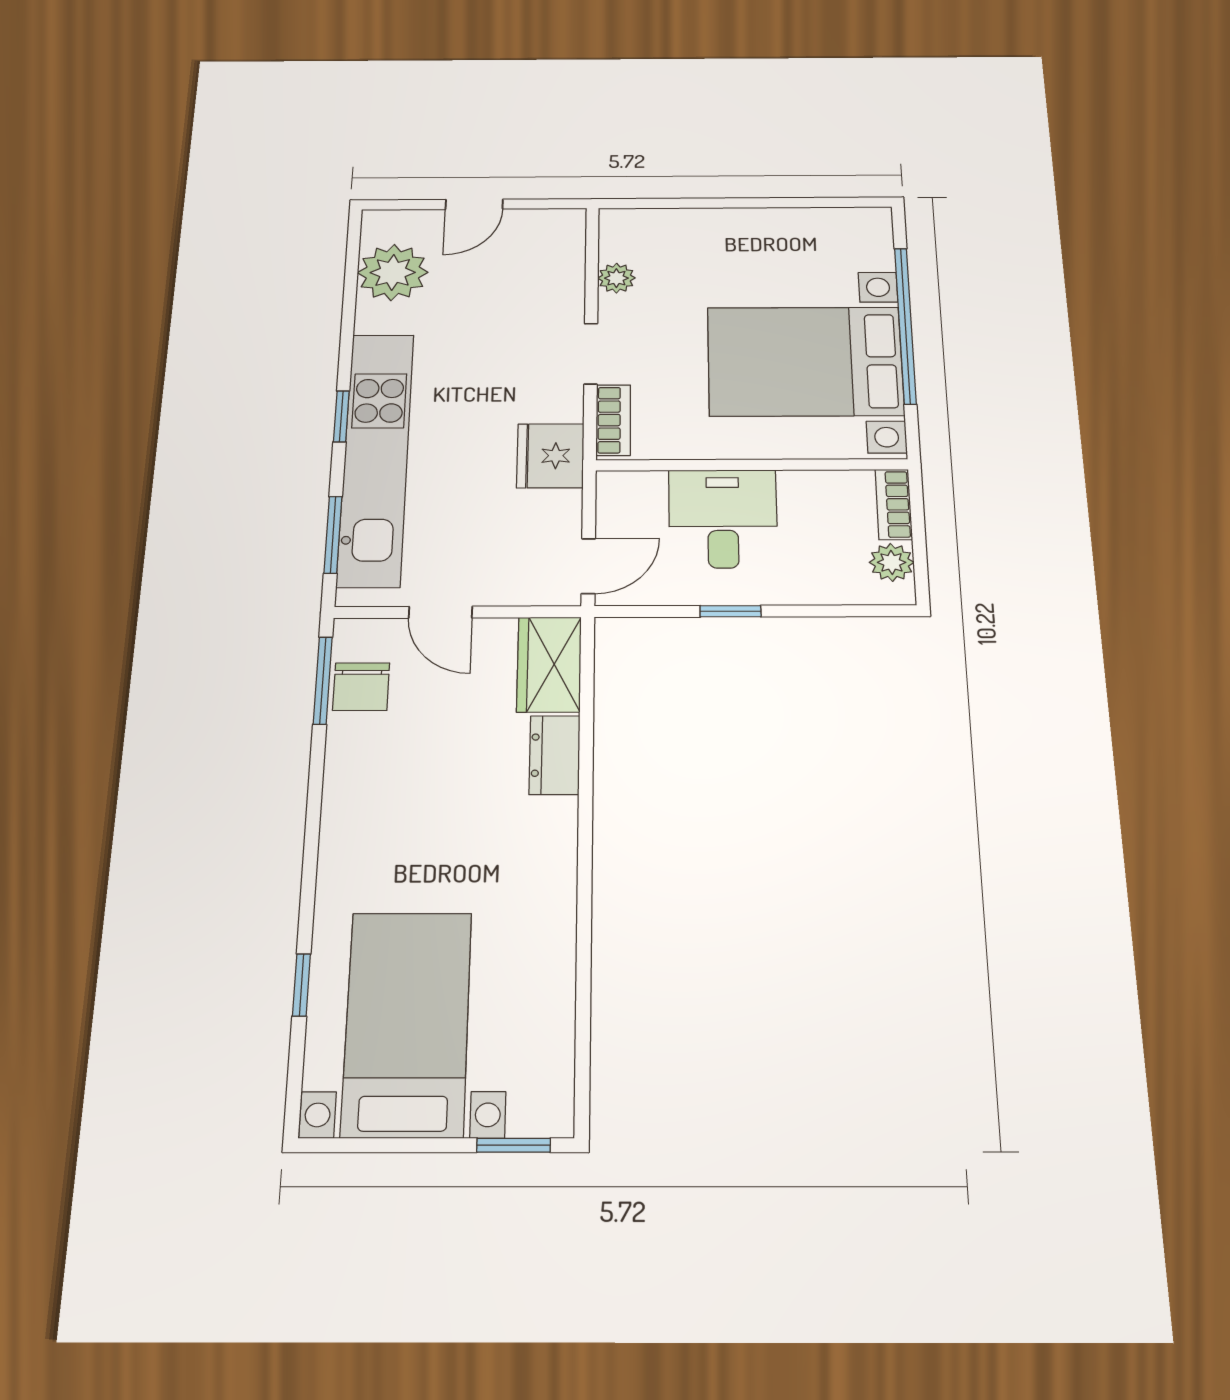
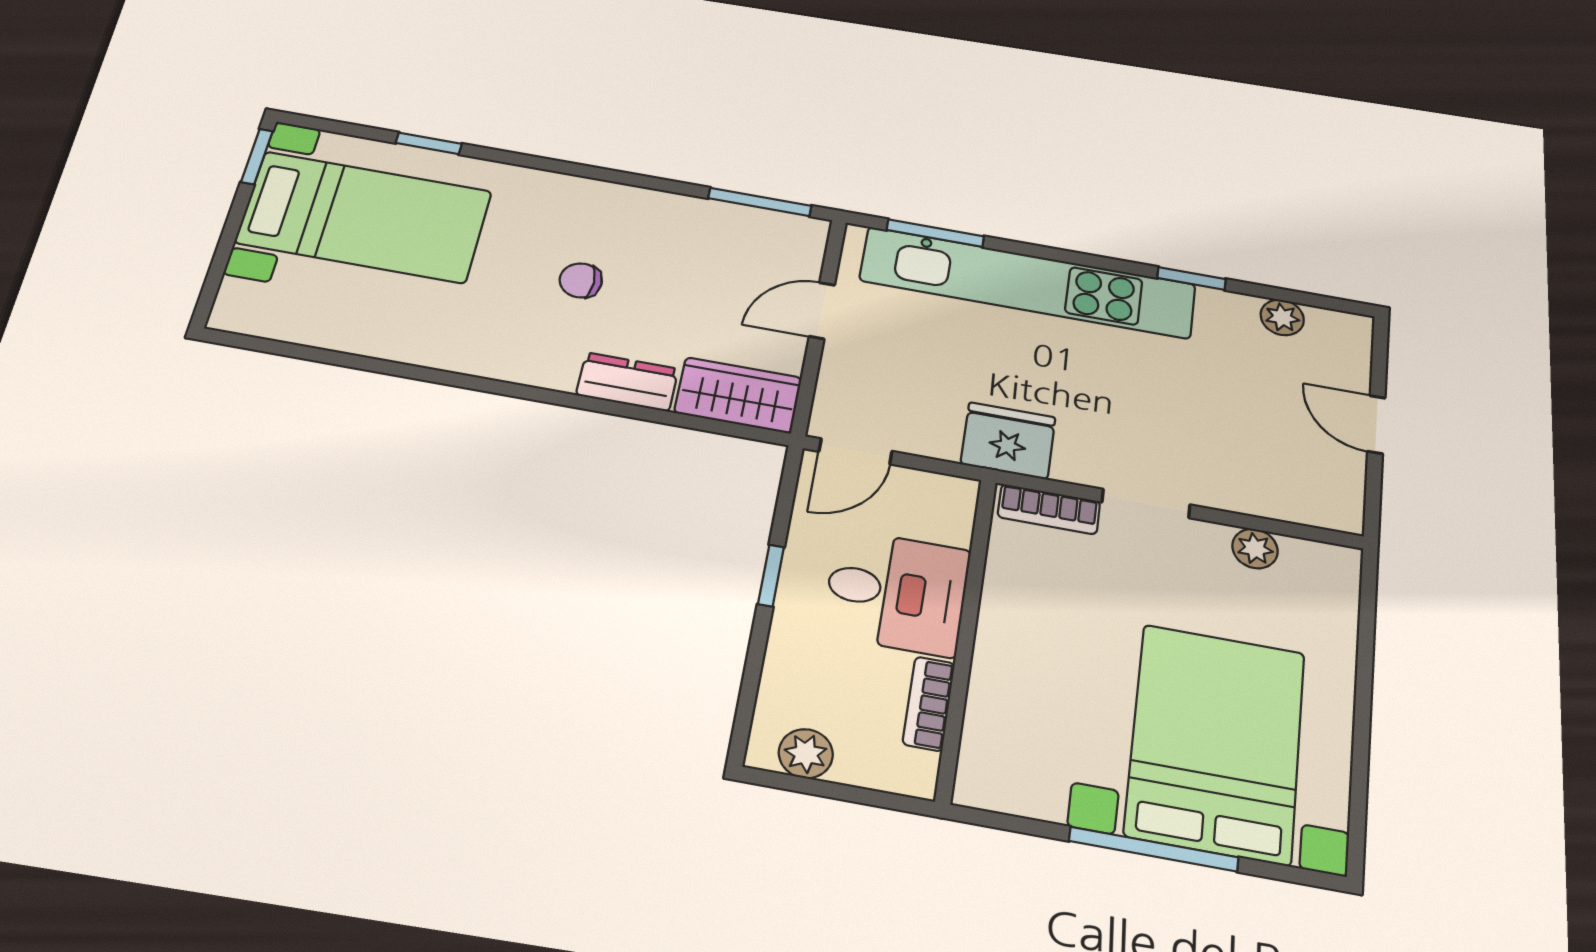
plant: (393, 272) -> (1282, 317), width x0.53, depth x0.53
window: (905, 325) -> (1154, 849), width x0.68
bed with nightstands: (805, 361) -> (1216, 743), moved
window: (341, 416) -> (1191, 278), moved
bookcase: (894, 504) -> (929, 704), moved, turned -90
door: (588, 566) -> (855, 451), hinge flipped
chair: (361, 687) -> (581, 280), moved, width x0.73, depth x0.73
window: (514, 1145) -> (257, 157), moved

